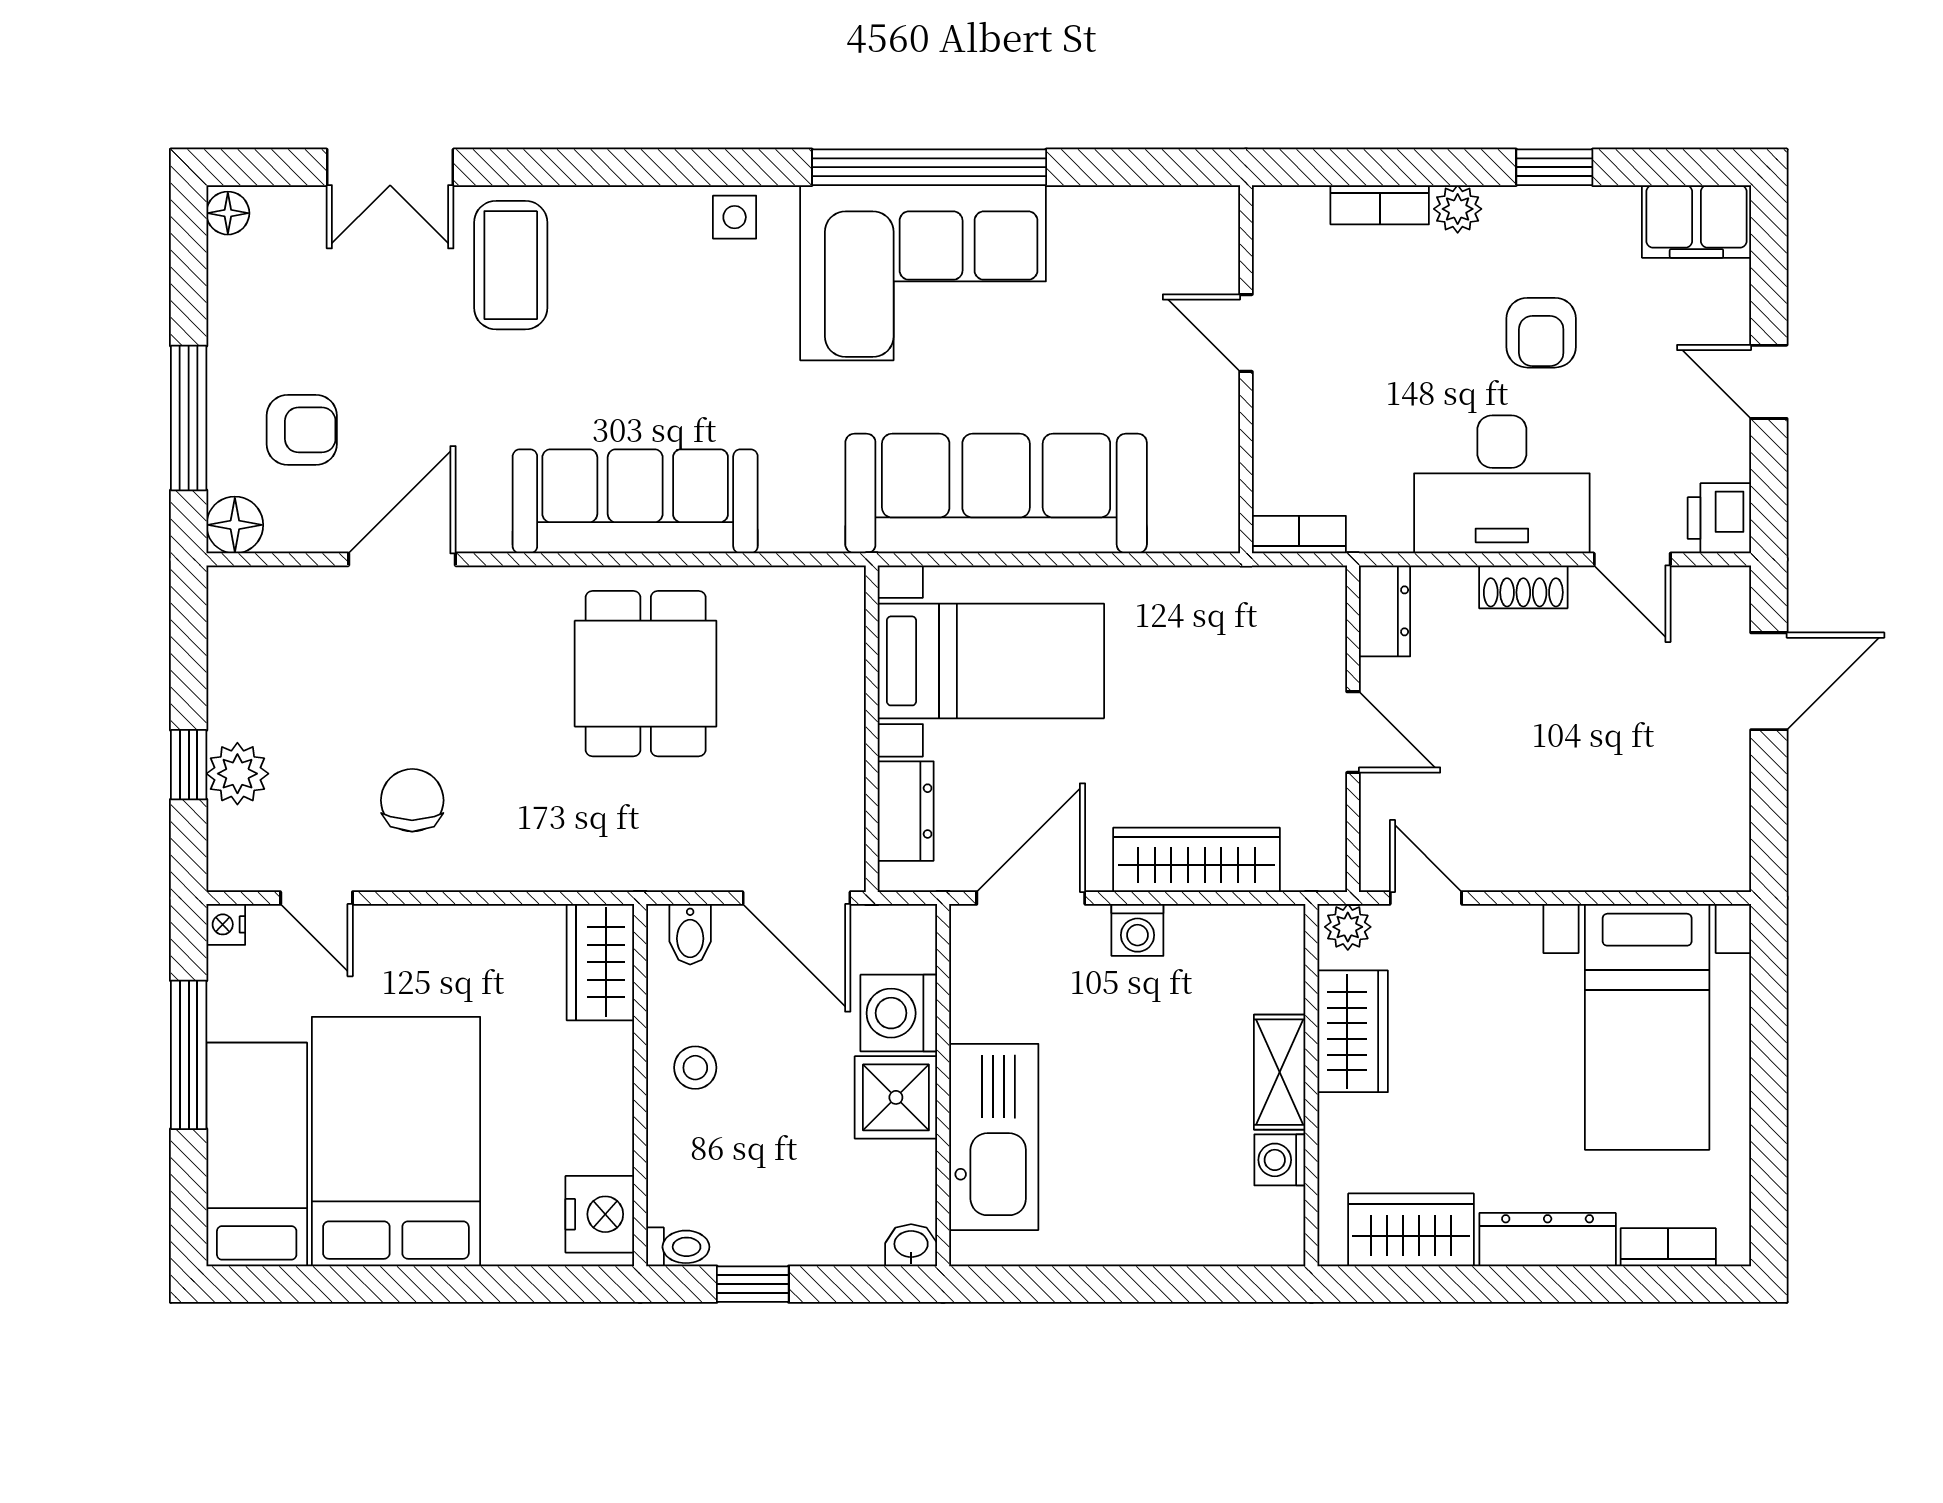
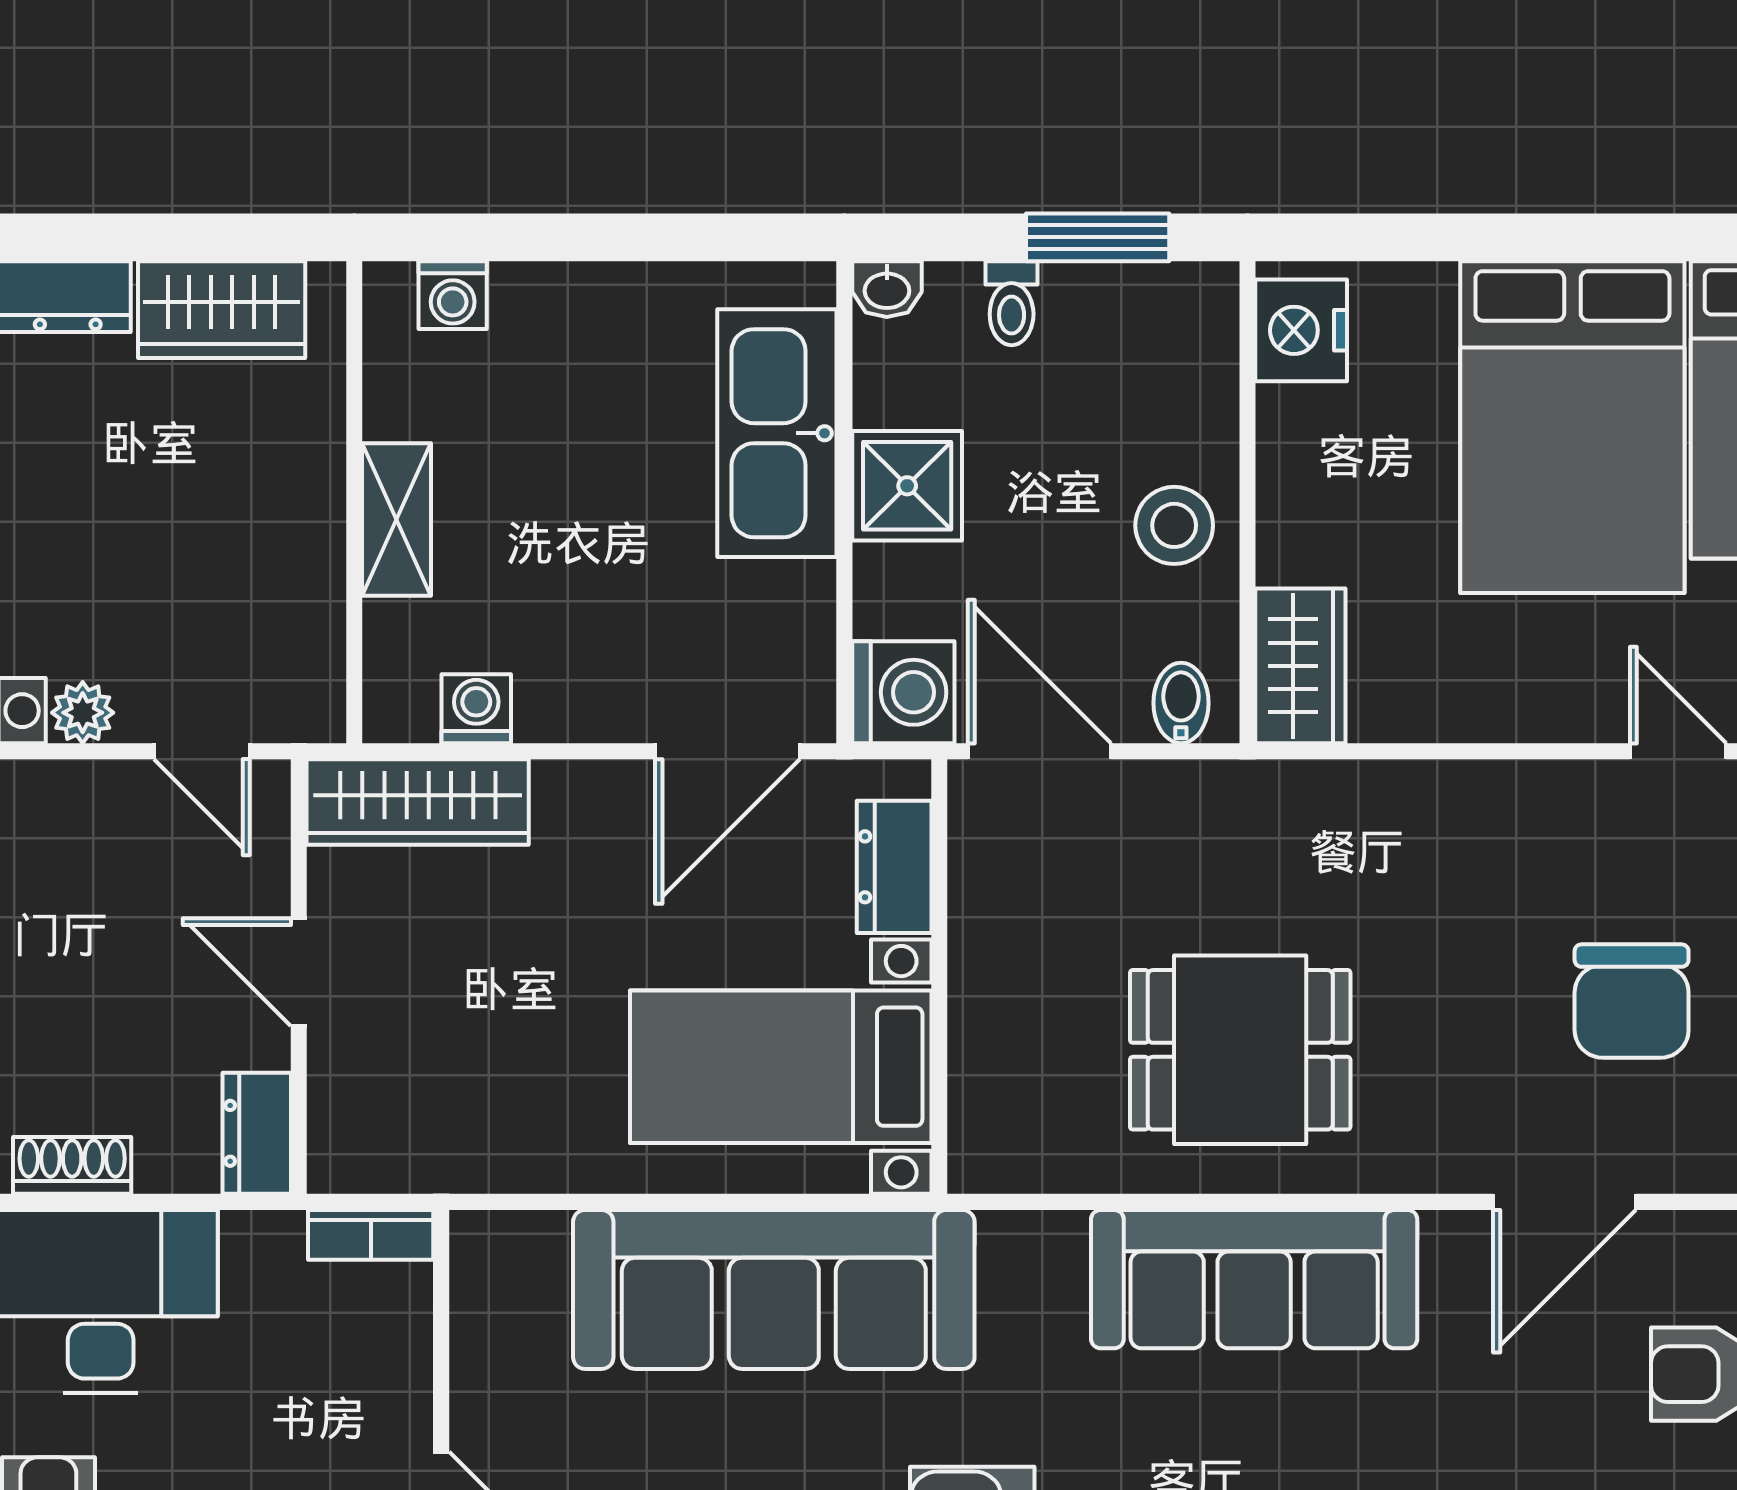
dining table: (646, 674) -> (1240, 1050), turned 90
chair: (412, 800) -> (1632, 1001), moved, width x1.37, depth x1.37
wardrobe: (1196, 860) -> (418, 802), moved
plant: (1348, 927) -> (83, 713), moved
washing machine: (1137, 930) -> (476, 709), moved
washing machine: (899, 1013) -> (903, 692), moved
wardrobe: (1353, 1031) -> (299, 574), removed
stool: (695, 1068) -> (1174, 525), width x1.37, depth x1.37
washing machine: (1280, 1160) -> (453, 295), moved, turned 90
toilet: (678, 1247) -> (1012, 303), moved, turned -90
window: (753, 1284) -> (1098, 237), width x1.50

